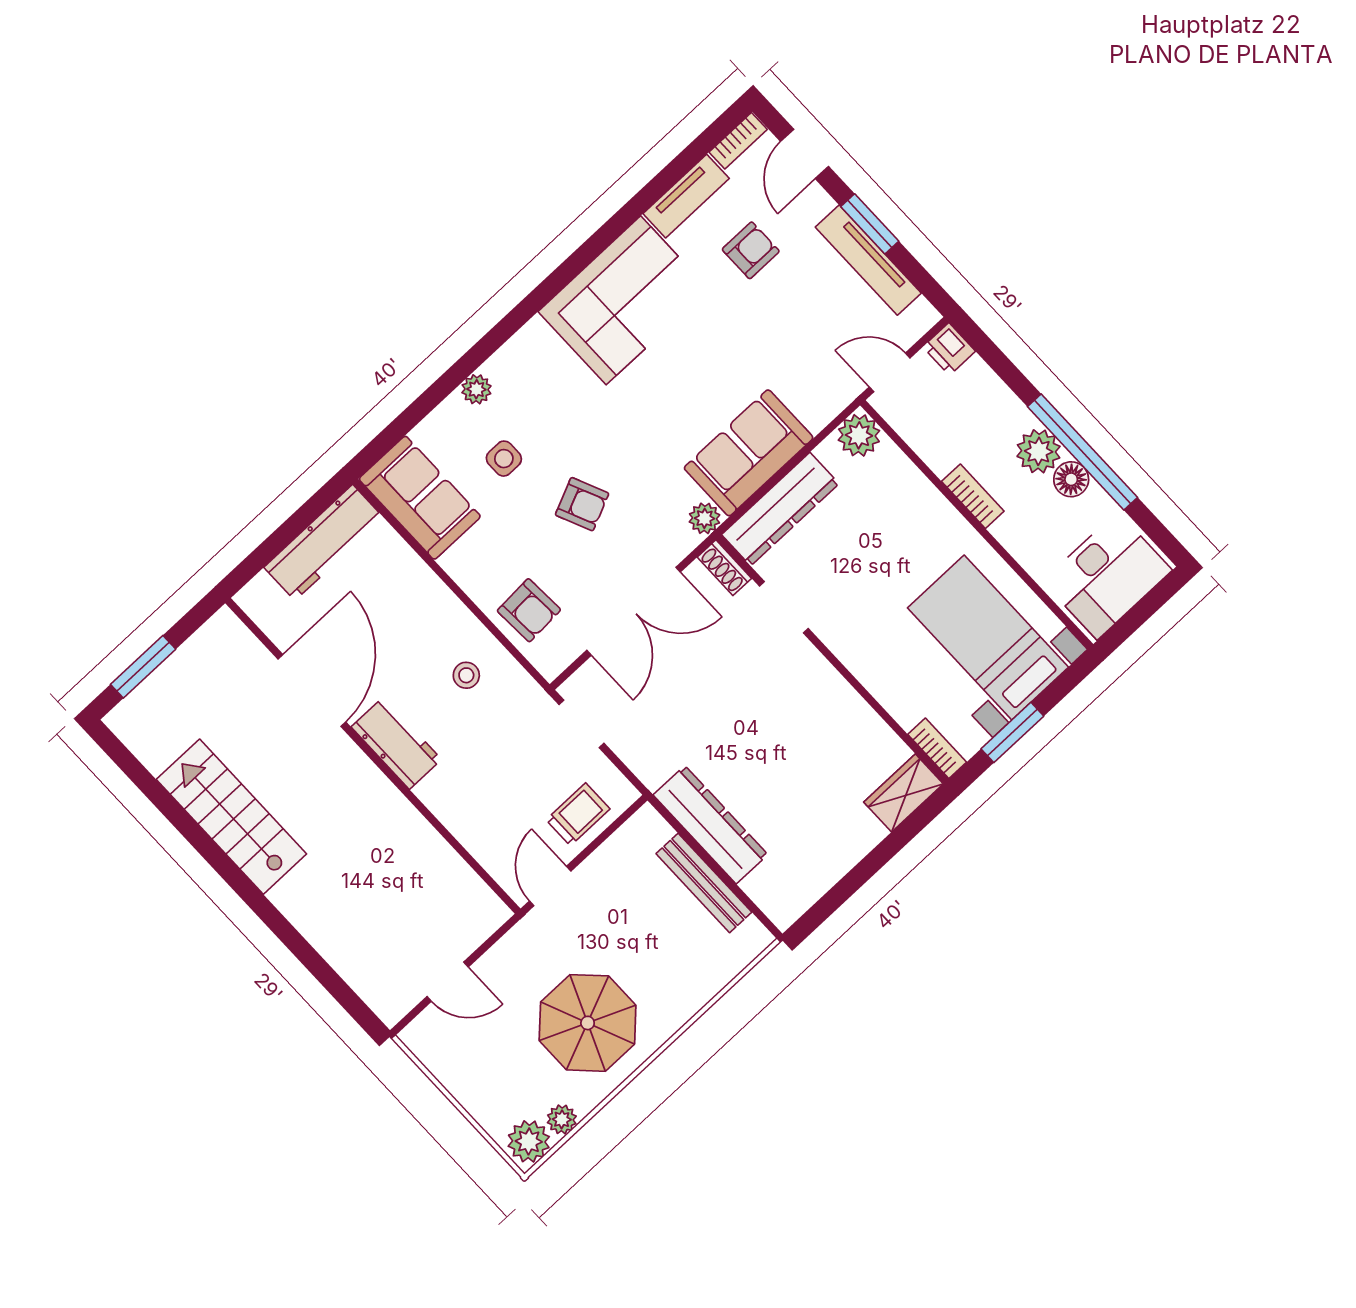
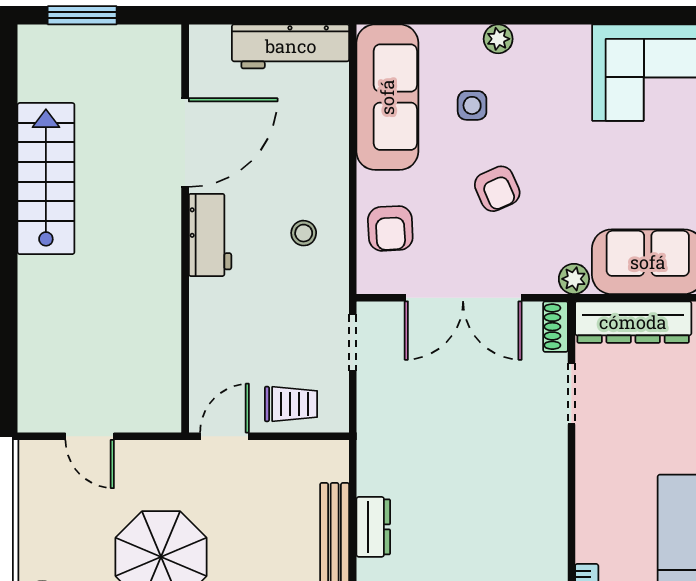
sofa: (420, 498) -> (387, 97), width x1.36
dresser: (710, 825) -> (373, 527), width x0.51, depth x0.80

